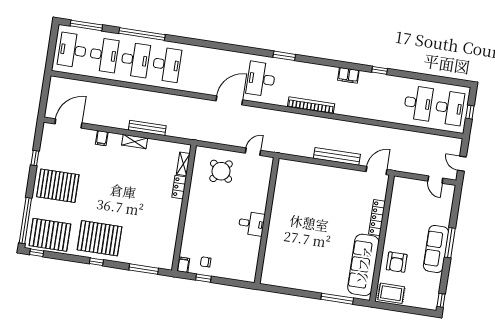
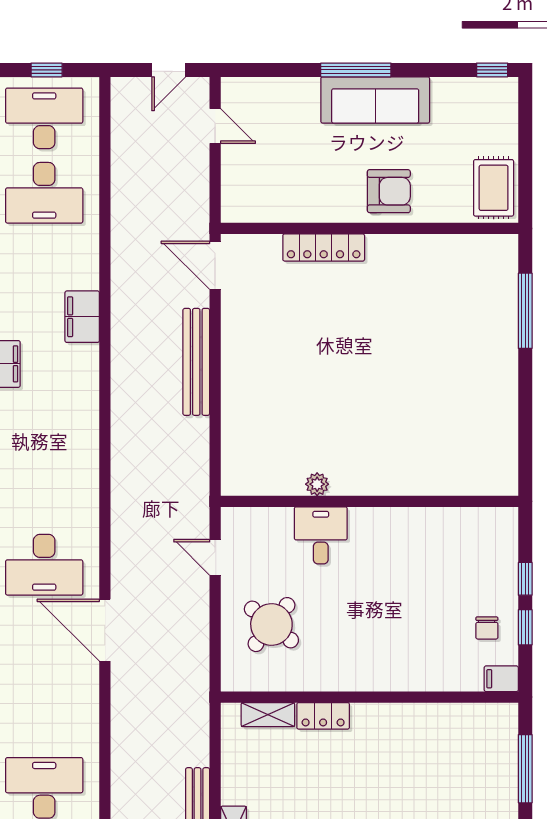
desk: (418, 103) -> (44, 193), turned 180
bookcase: (311, 105) -> (87, 440), removed
filing cabinet: (363, 111) -> (82, 317), added
door: (435, 180) -> (215, 126), hinge flipped
plant: (277, 200) -> (317, 484), added
desk: (252, 224) -> (321, 535), moved
armchair: (397, 262) -> (389, 191), moved
sofa: (363, 265) -> (438, 262), removed
window: (224, 281) -> (525, 579), added

